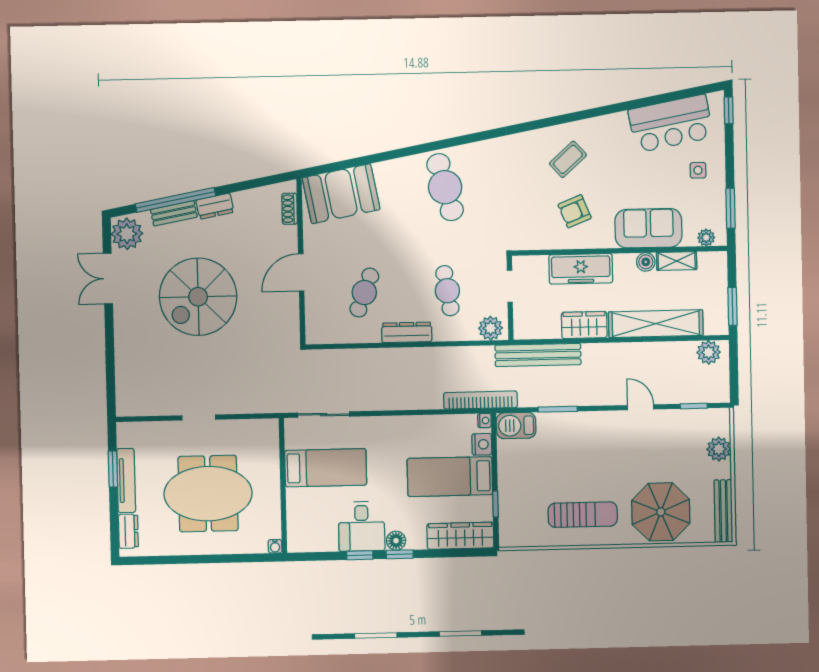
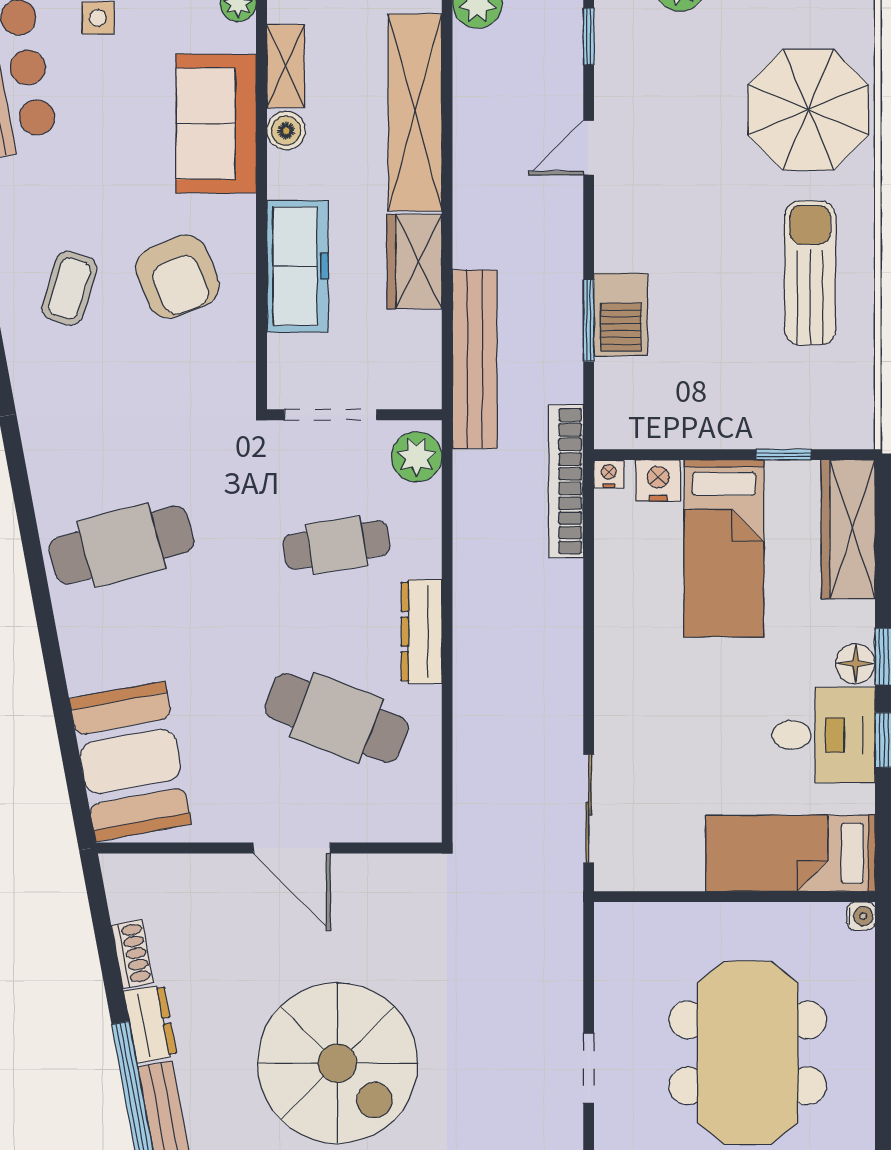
coffee table: (568, 159) -> (69, 288), turned 59
shoe rack: (290, 209) -> (132, 954), moved, turned -101
armchair: (575, 211) -> (177, 277), width x1.38, depth x1.38
doorway: (510, 286) -> (330, 415), width x1.38
cafe table: (364, 293) -> (337, 718), width x1.37, depth x1.35
barbecue: (516, 426) -> (621, 315), moved
bed: (326, 468) -> (790, 853), moved, turned -90

